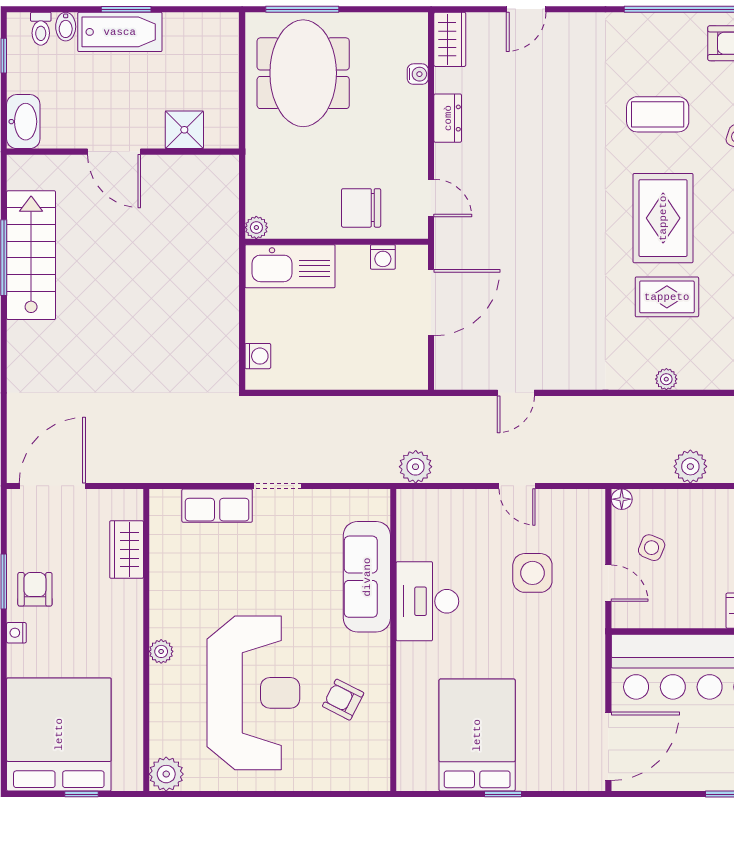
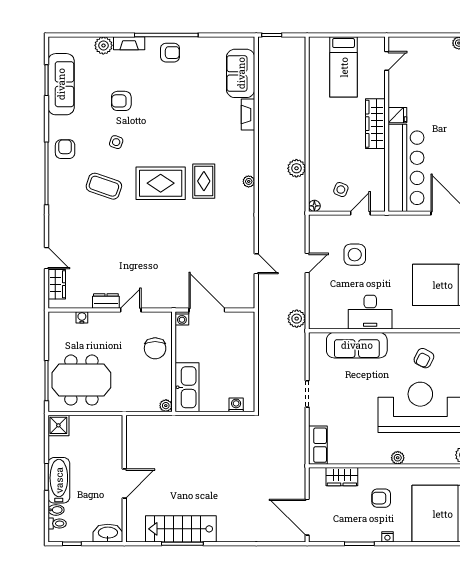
wardrobe: (450, 39) -> (57, 284), moved, turned 90
coffee table: (658, 114) -> (104, 186), turned -71
shower: (184, 130) -> (58, 425), moved
door: (431, 198) -> (131, 310), moved
washing machine: (383, 257) -> (182, 318), moved, turned 90
row of seats: (217, 506) -> (318, 445), moved
armchair: (35, 589) -> (381, 498), moved

